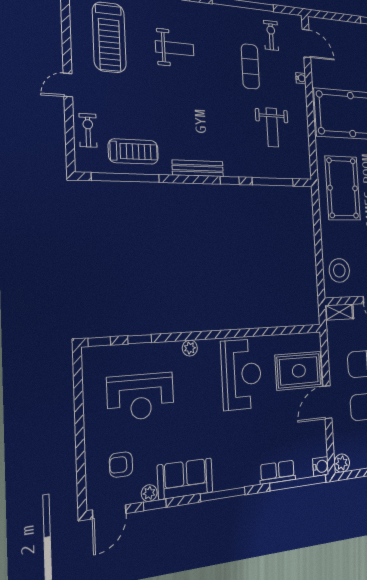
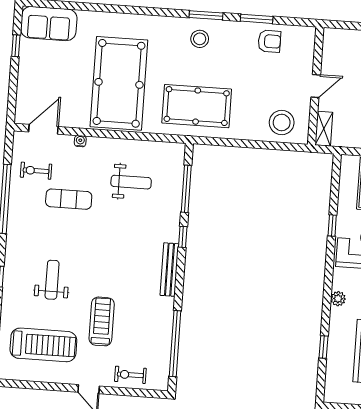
treadmill: (133, 151) -> (102, 321), moved
window: (99, 342) -> (332, 225), moved

